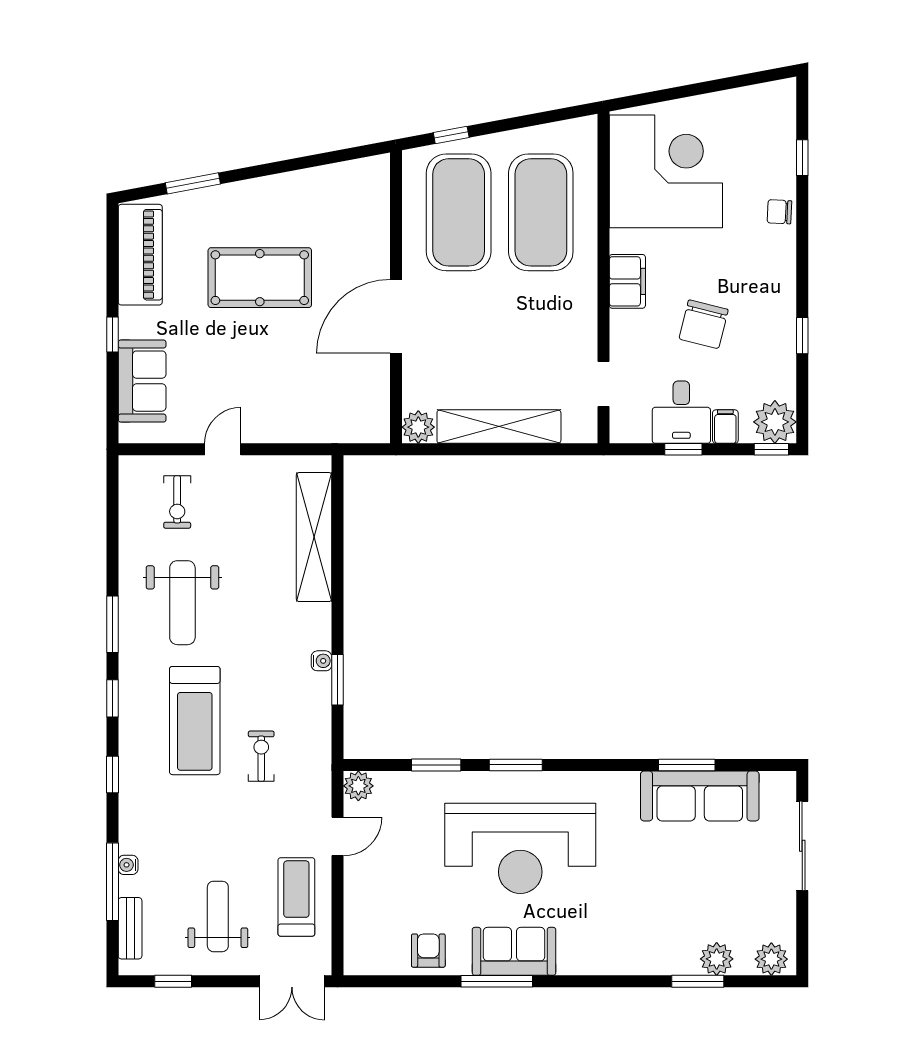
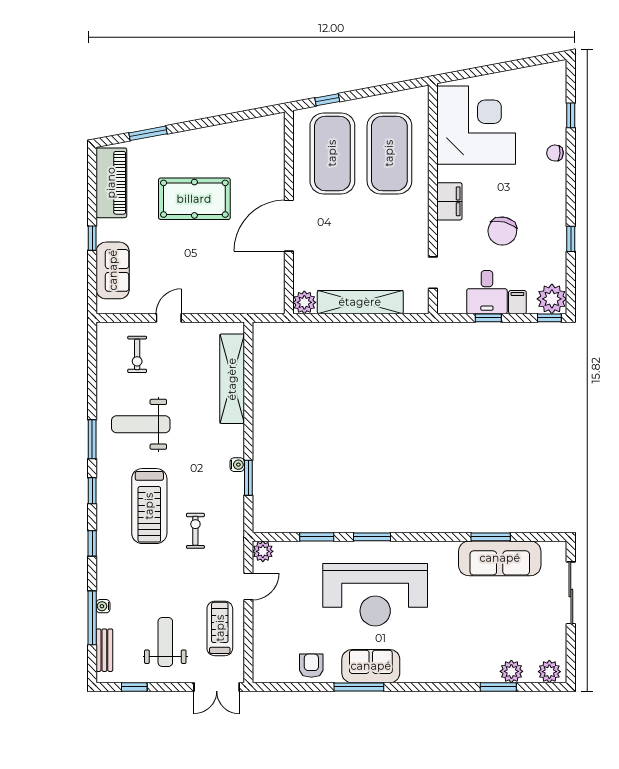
weight bench: (182, 603) -> (141, 424), turned 90

